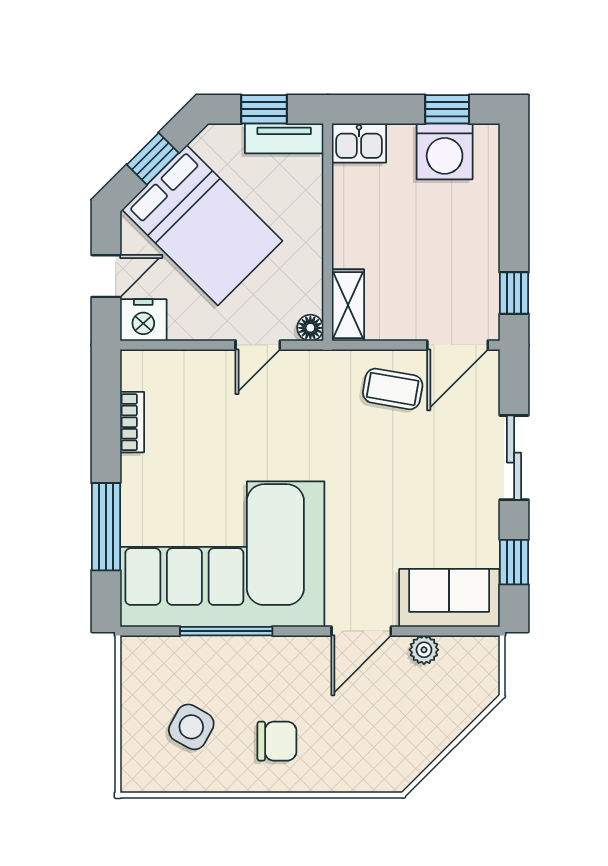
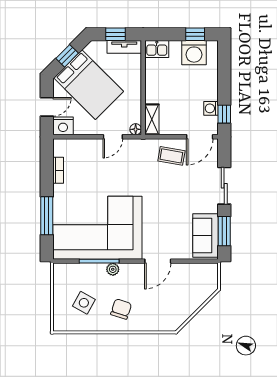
washing machine: (484, 280) -> (211, 108), added
window: (514, 562) -> (224, 231), width x1.50
sofa: (449, 598) -> (205, 236), moved, turned -90
plant: (424, 650) -> (113, 269), moved
chair: (277, 741) -> (121, 309), turned -72

